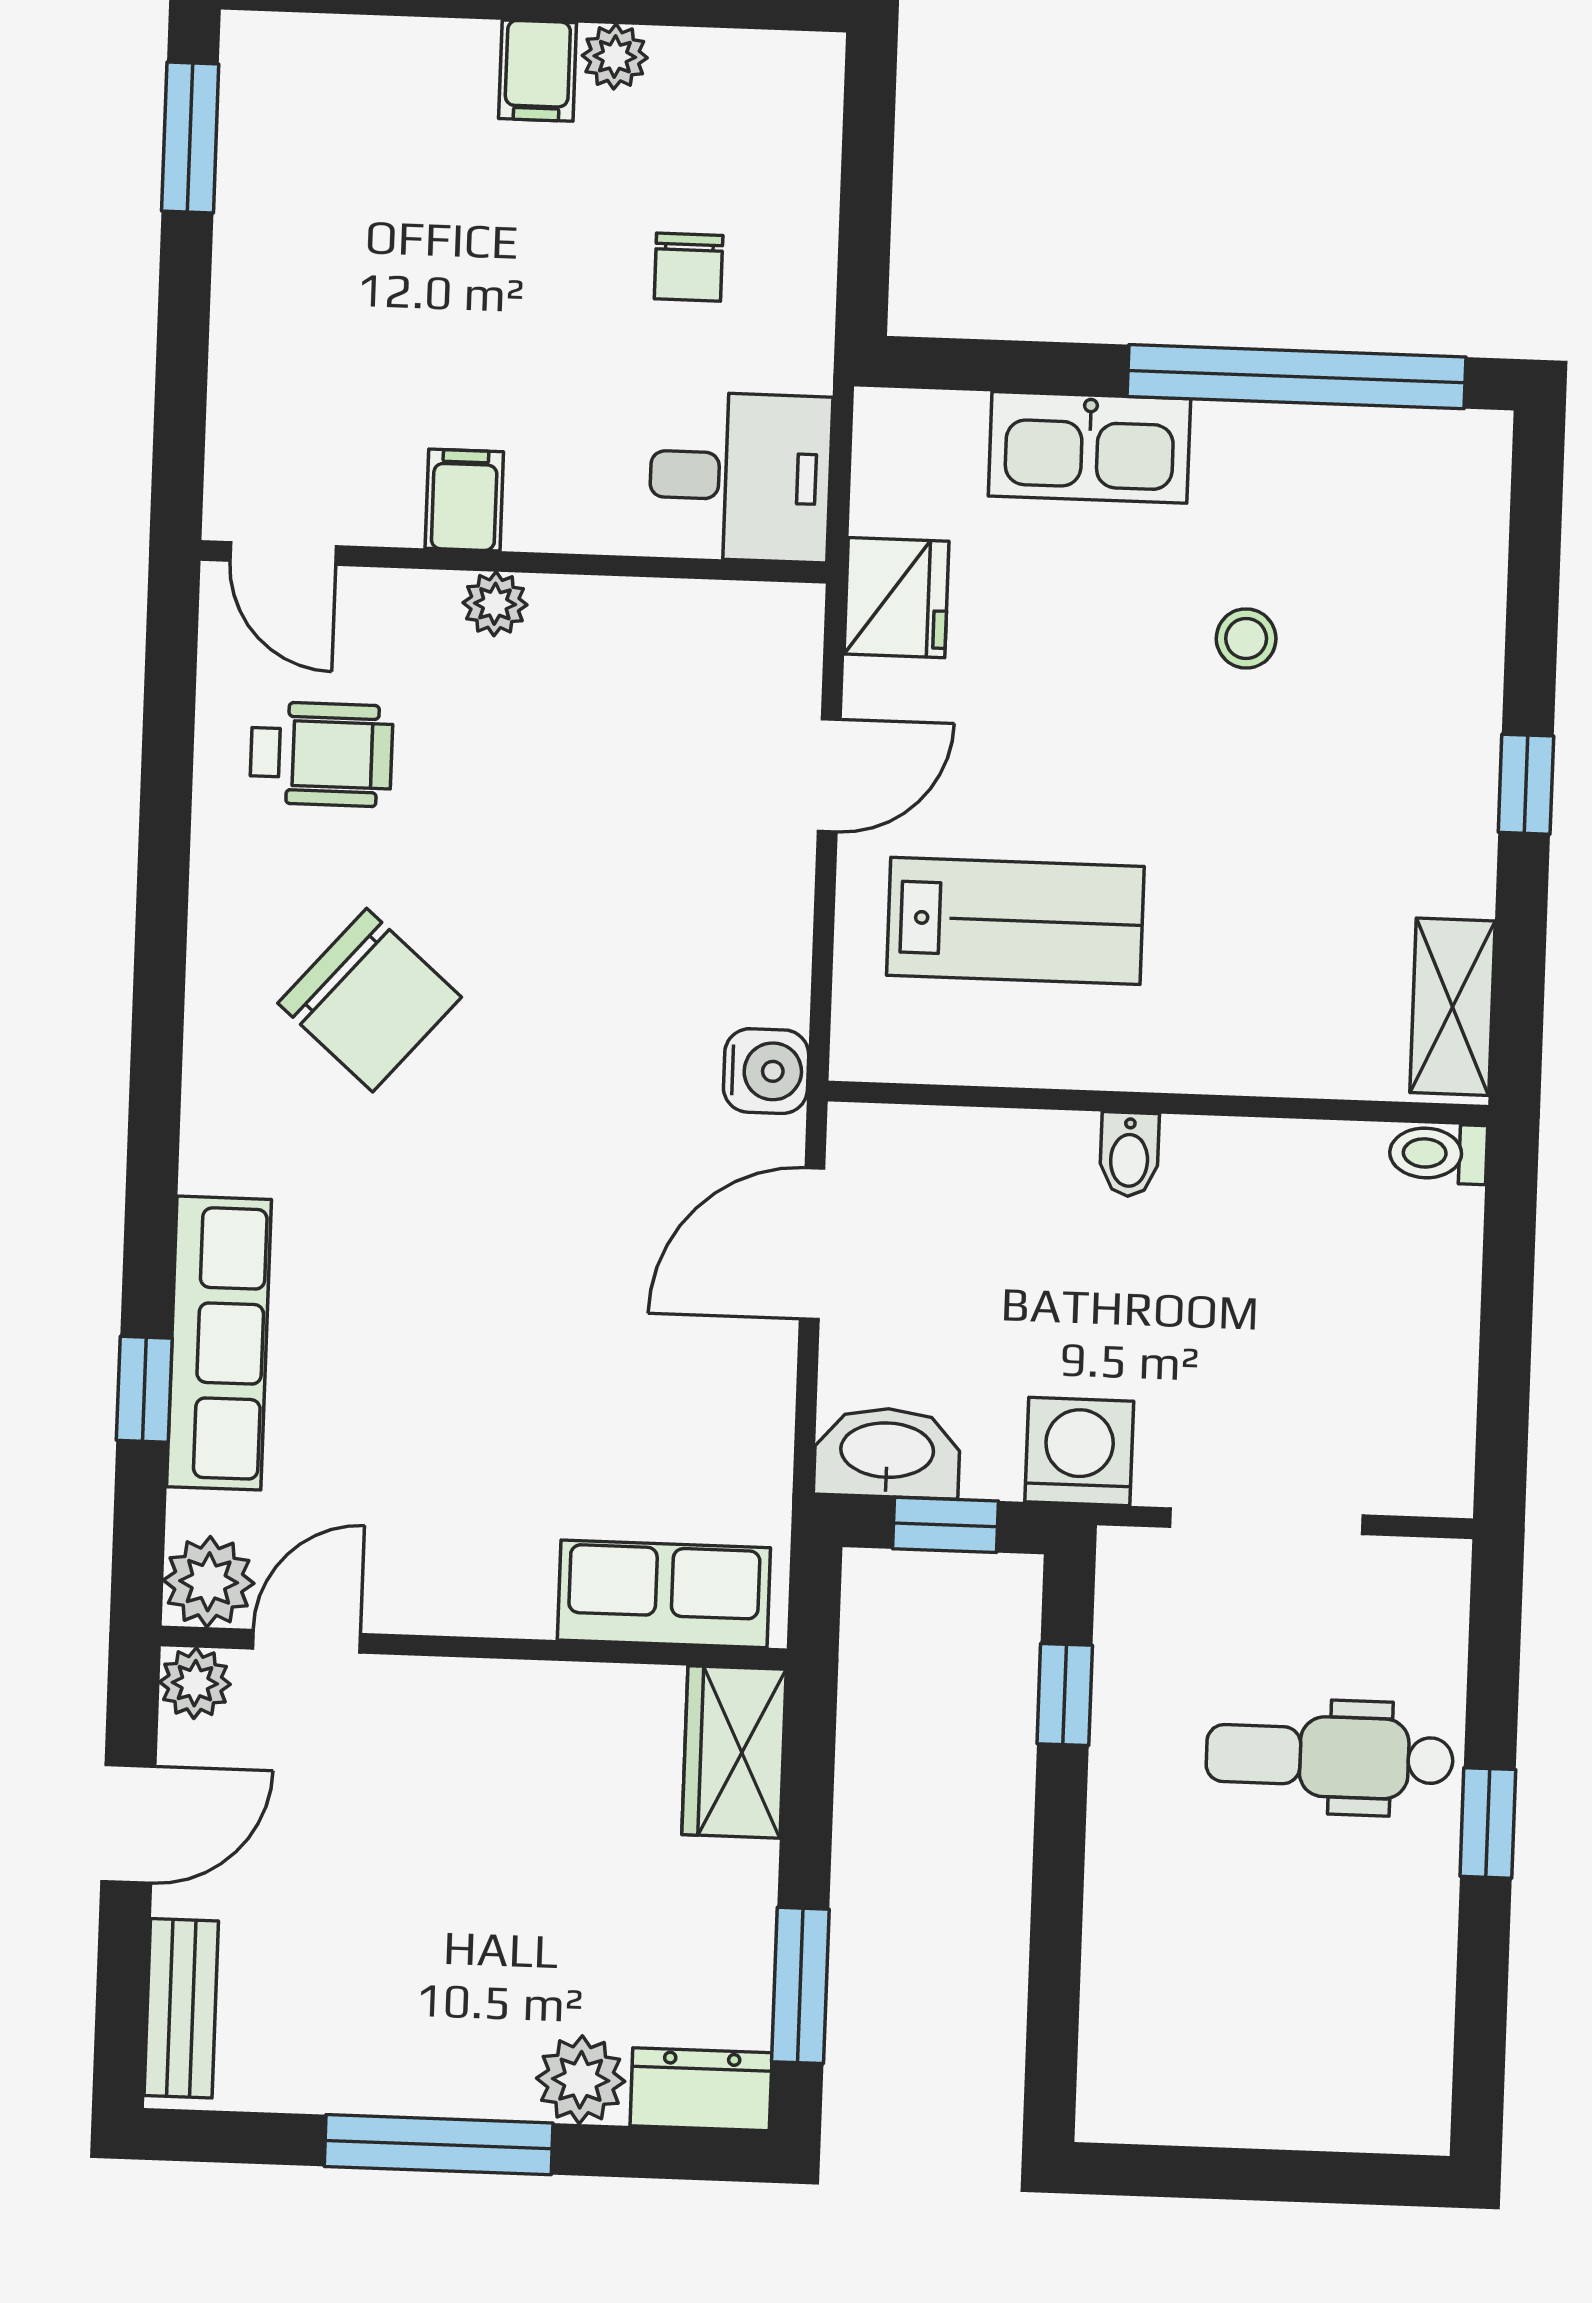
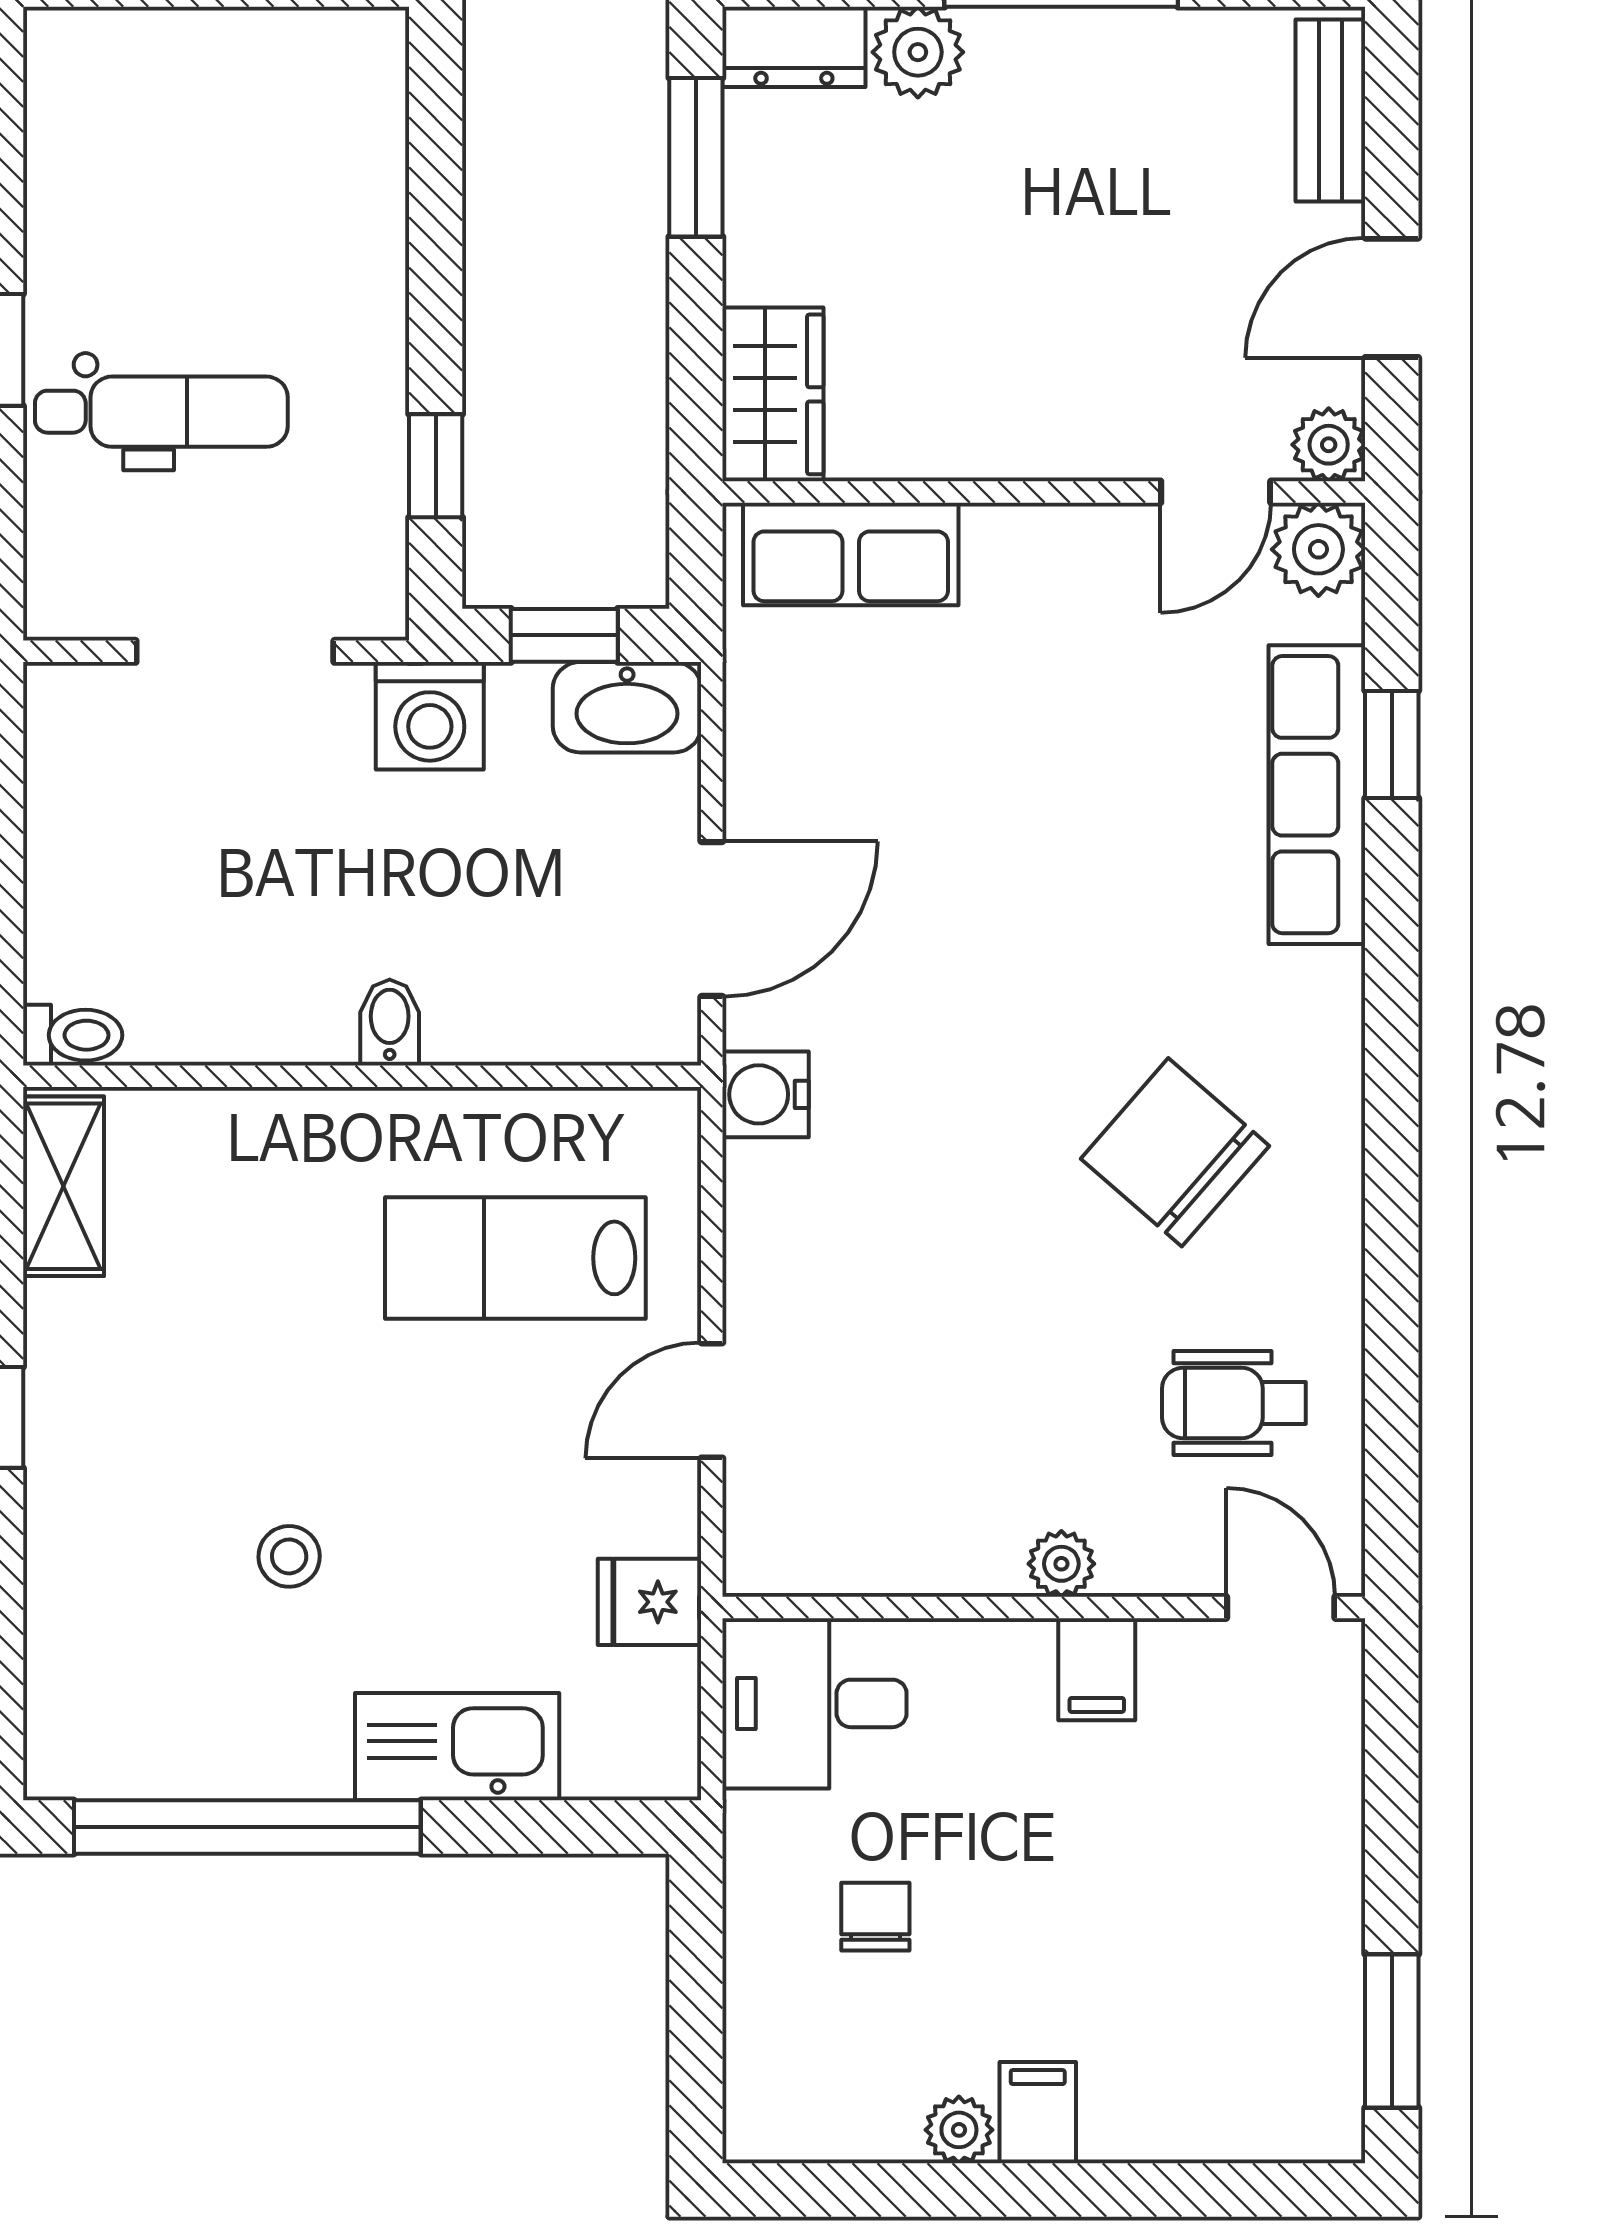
fridge: (896, 598) -> (650, 1602), width x0.72

